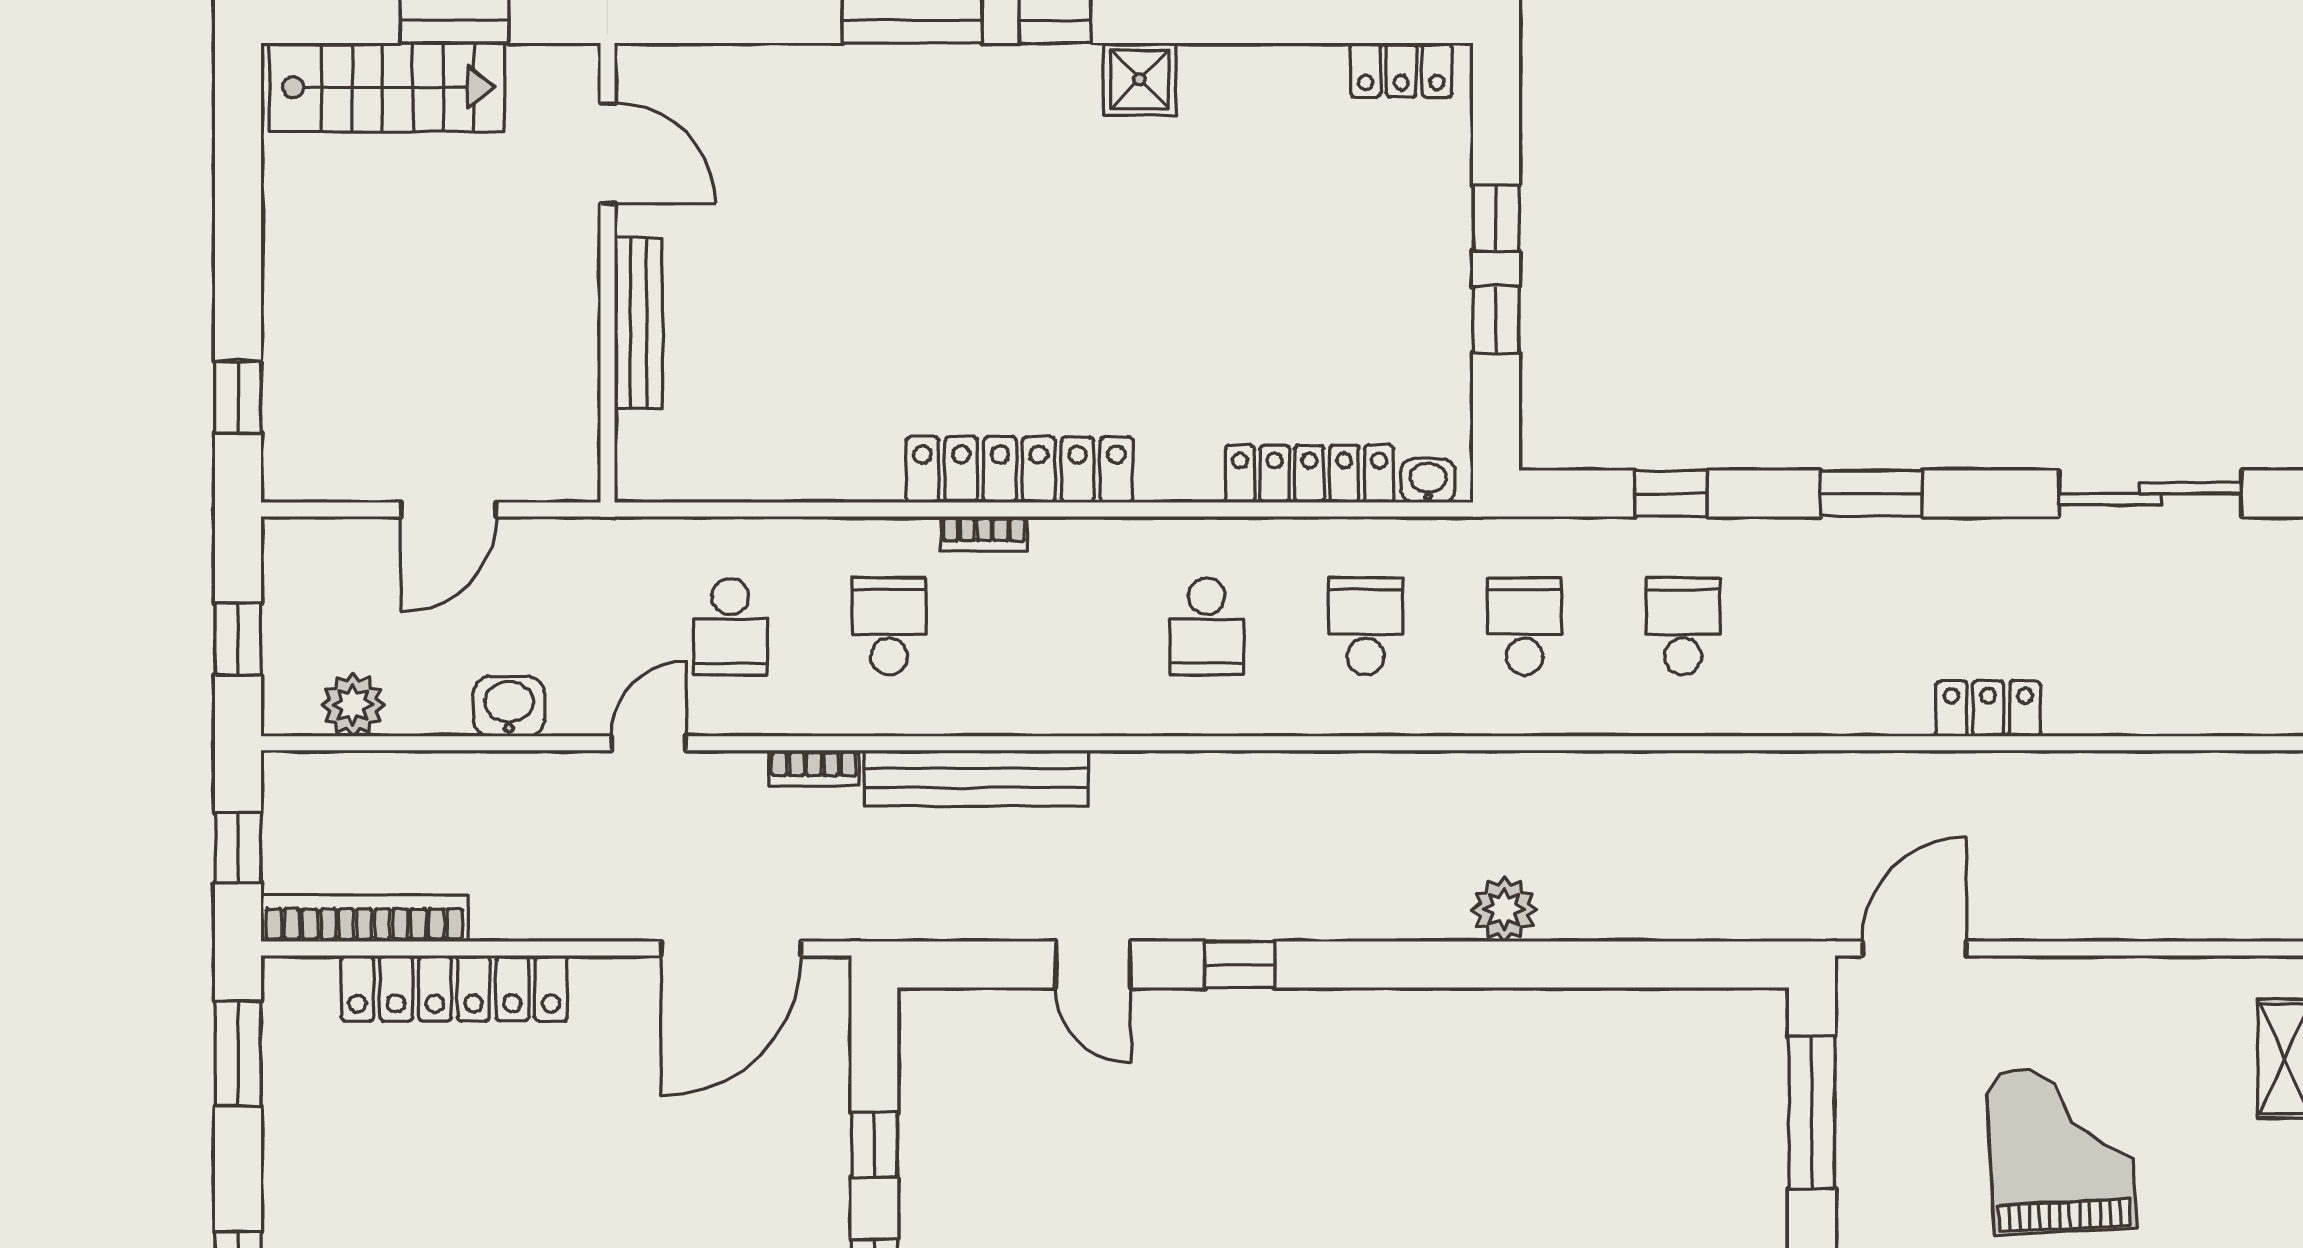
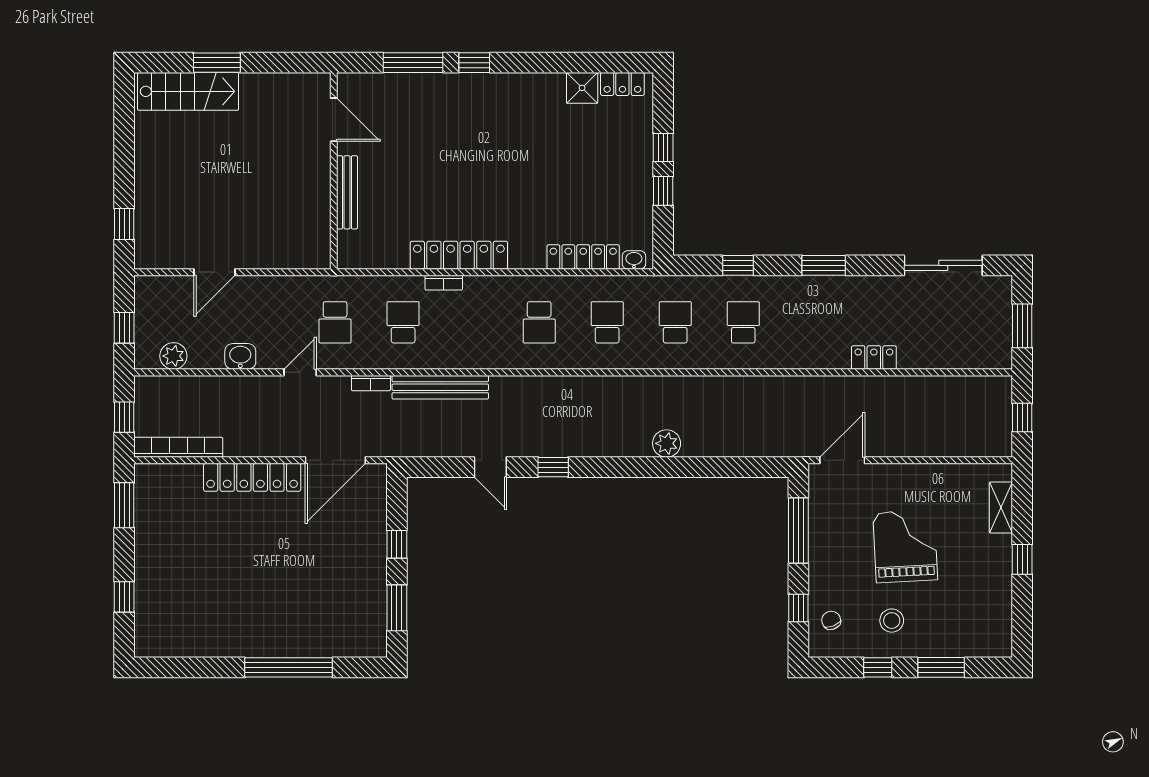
shower: (1139, 79) -> (582, 88), moved
door: (608, 153) -> (334, 120), moved
wall: (608, 273) -> (334, 171), moved
bench: (638, 323) -> (347, 192), moved
locker: (454, 988) -> (252, 477), moved

